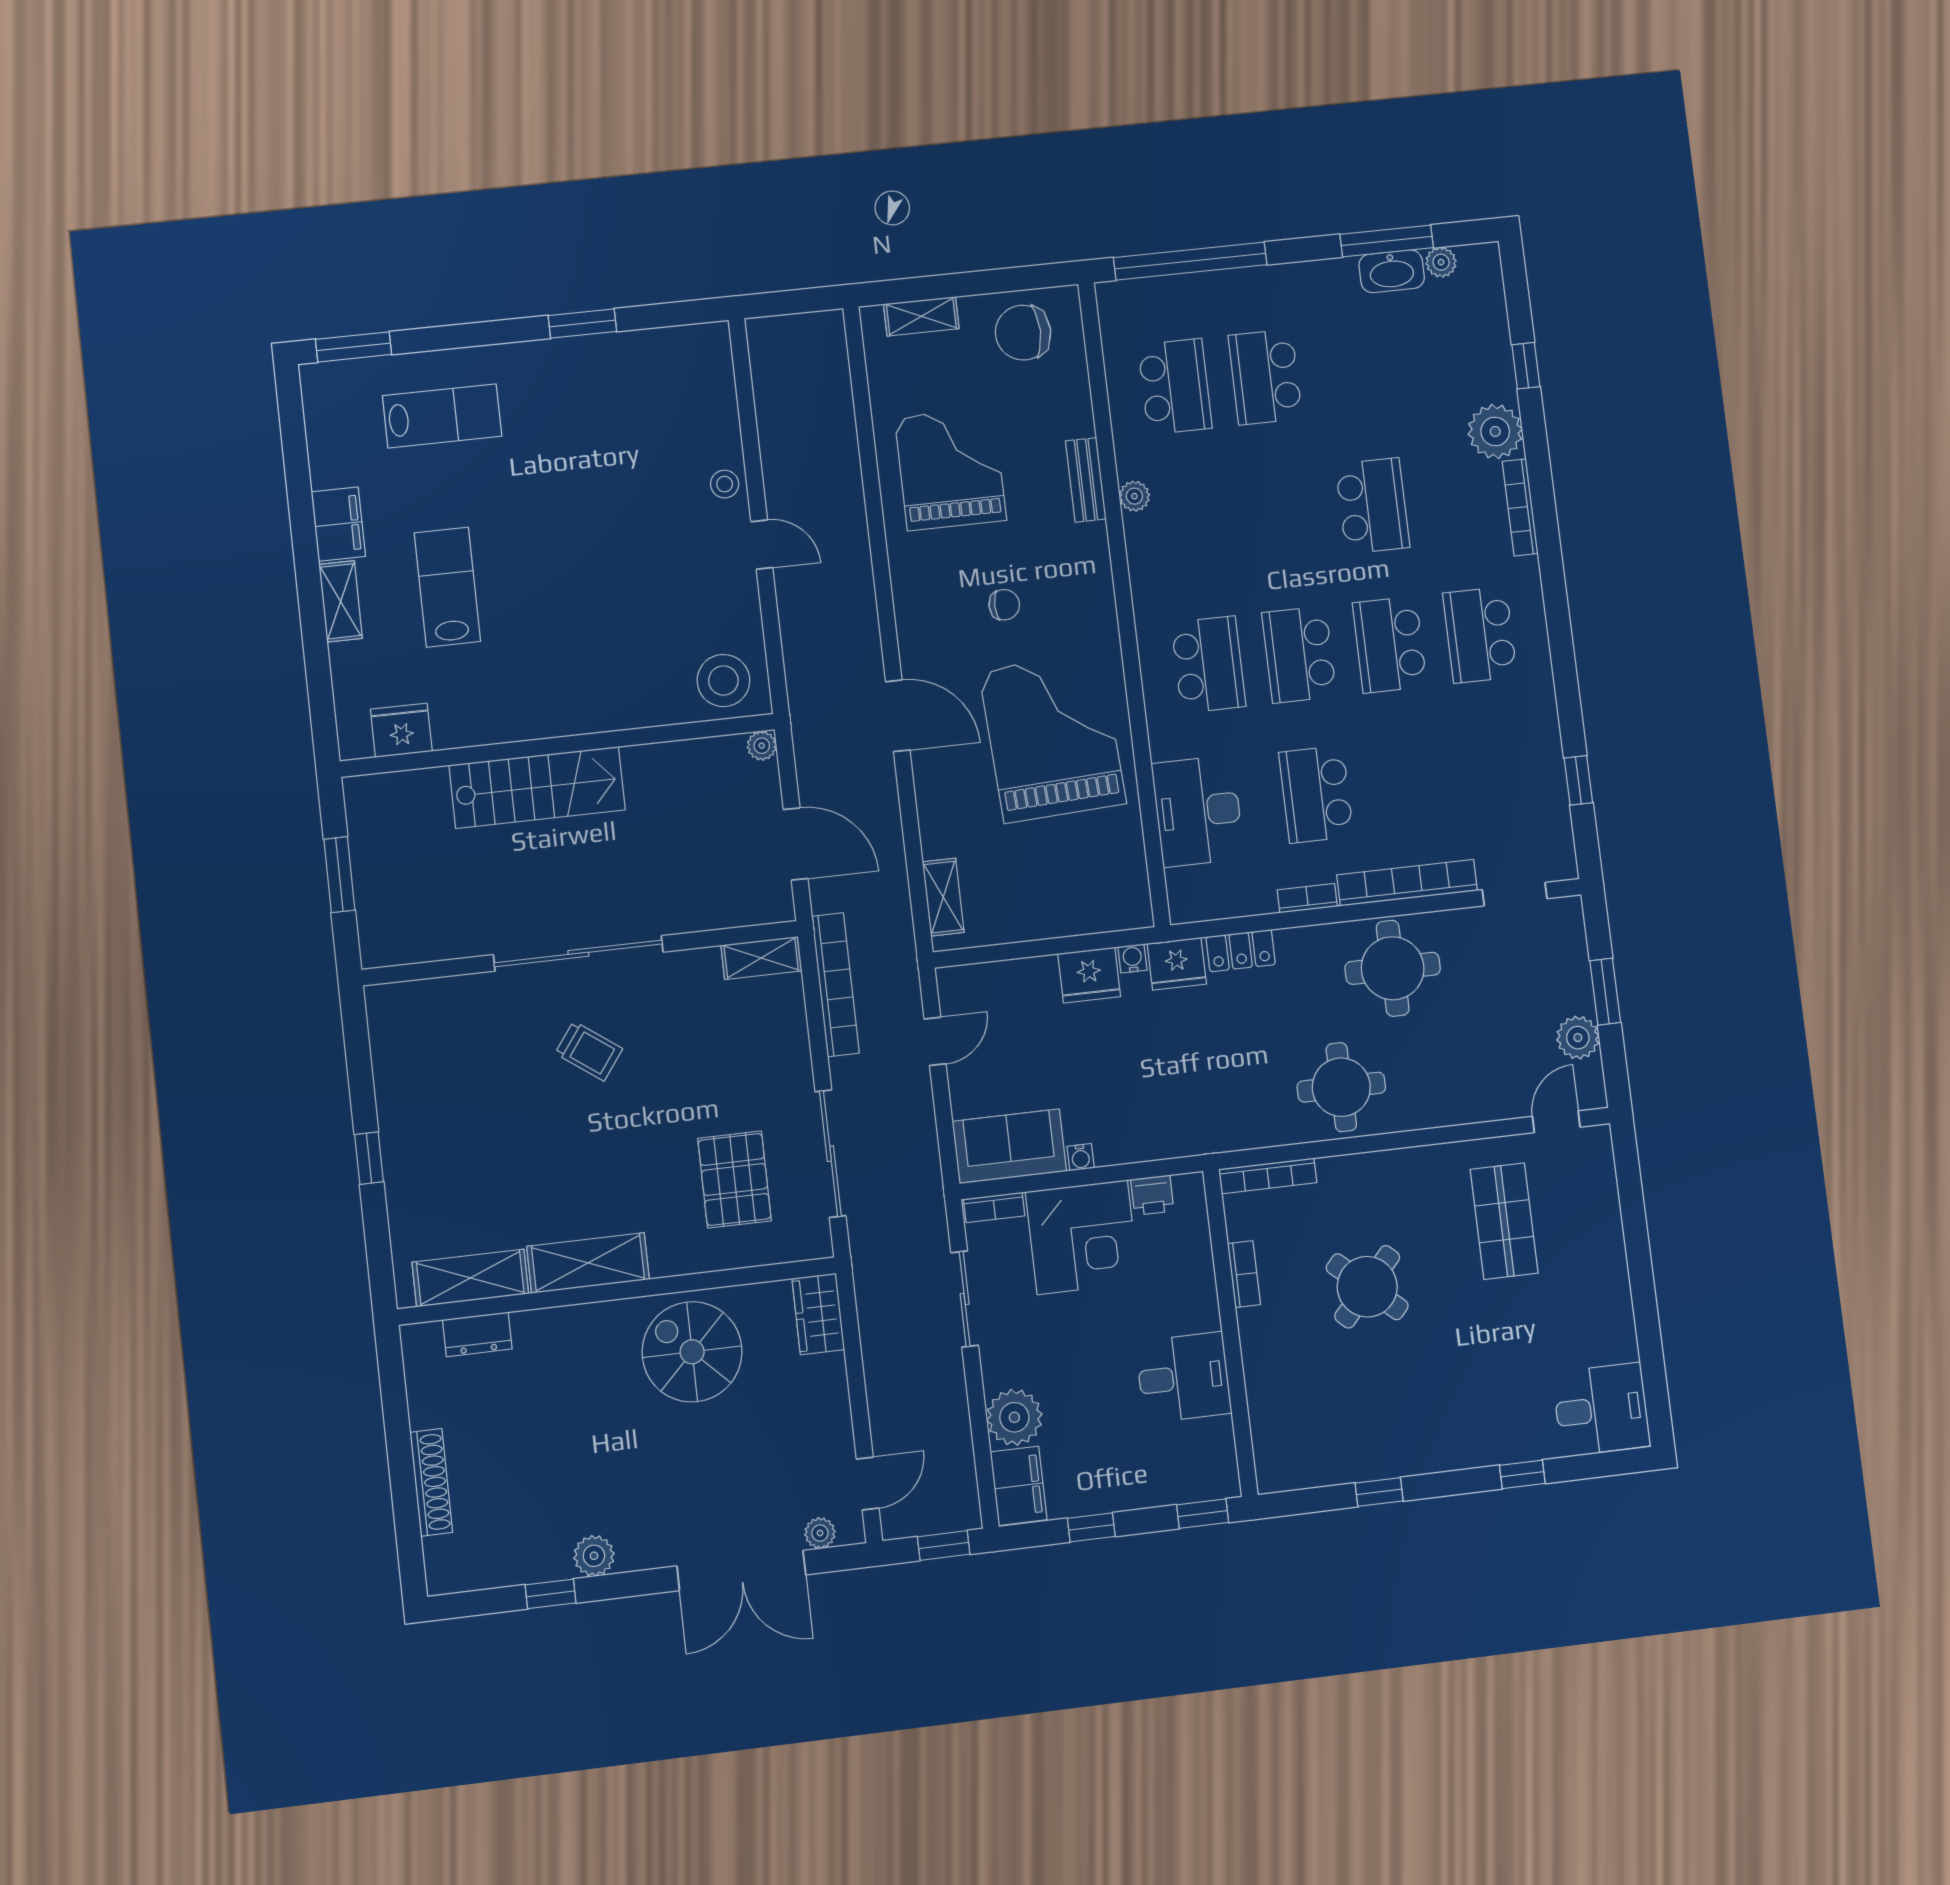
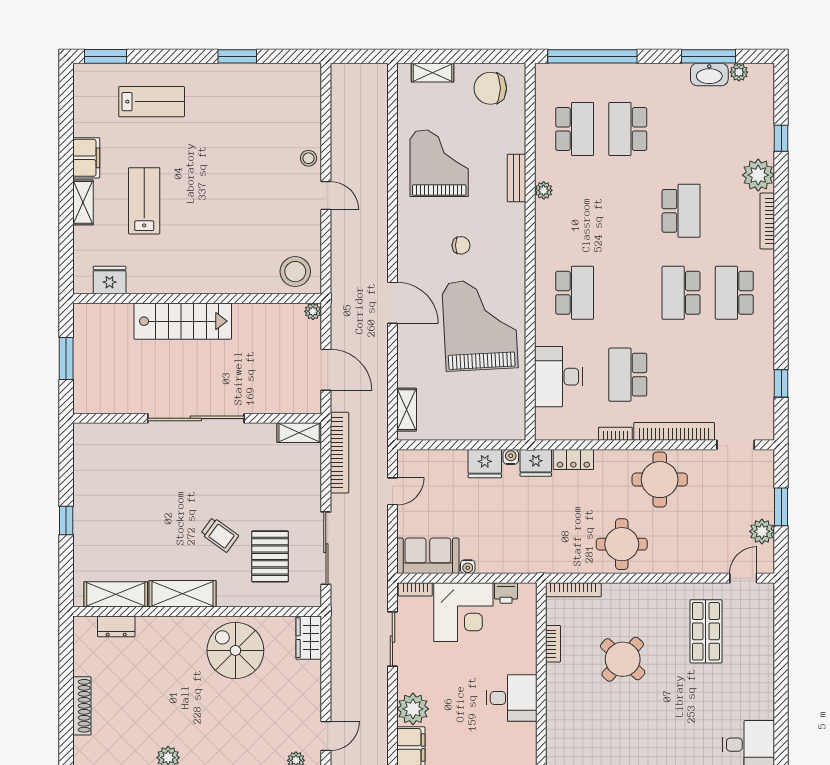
school desk: (1299, 655) -> (628, 293), removed
trolley: (589, 1051) -> (220, 535), moved

